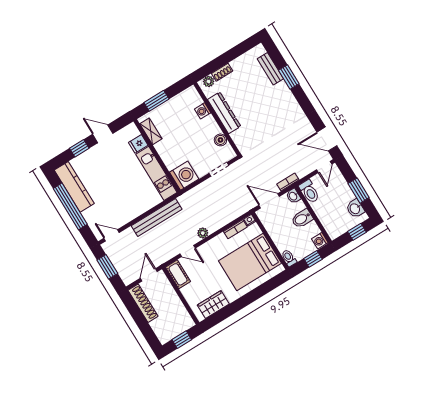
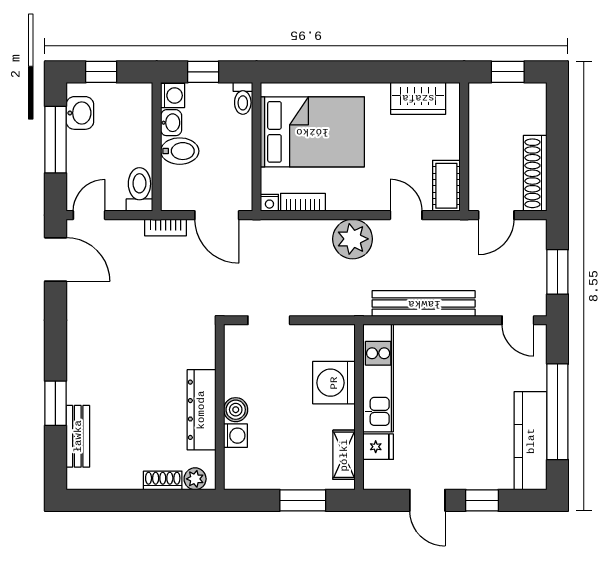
boiler: (220, 140) -> (236, 410), moved
washing machine: (184, 176) -> (334, 383), moved
window: (359, 191) -> (55, 140), width x1.44
washbasin: (293, 196) -> (171, 123), moved
plant: (203, 233) -> (353, 239), width x1.88, depth x1.88

